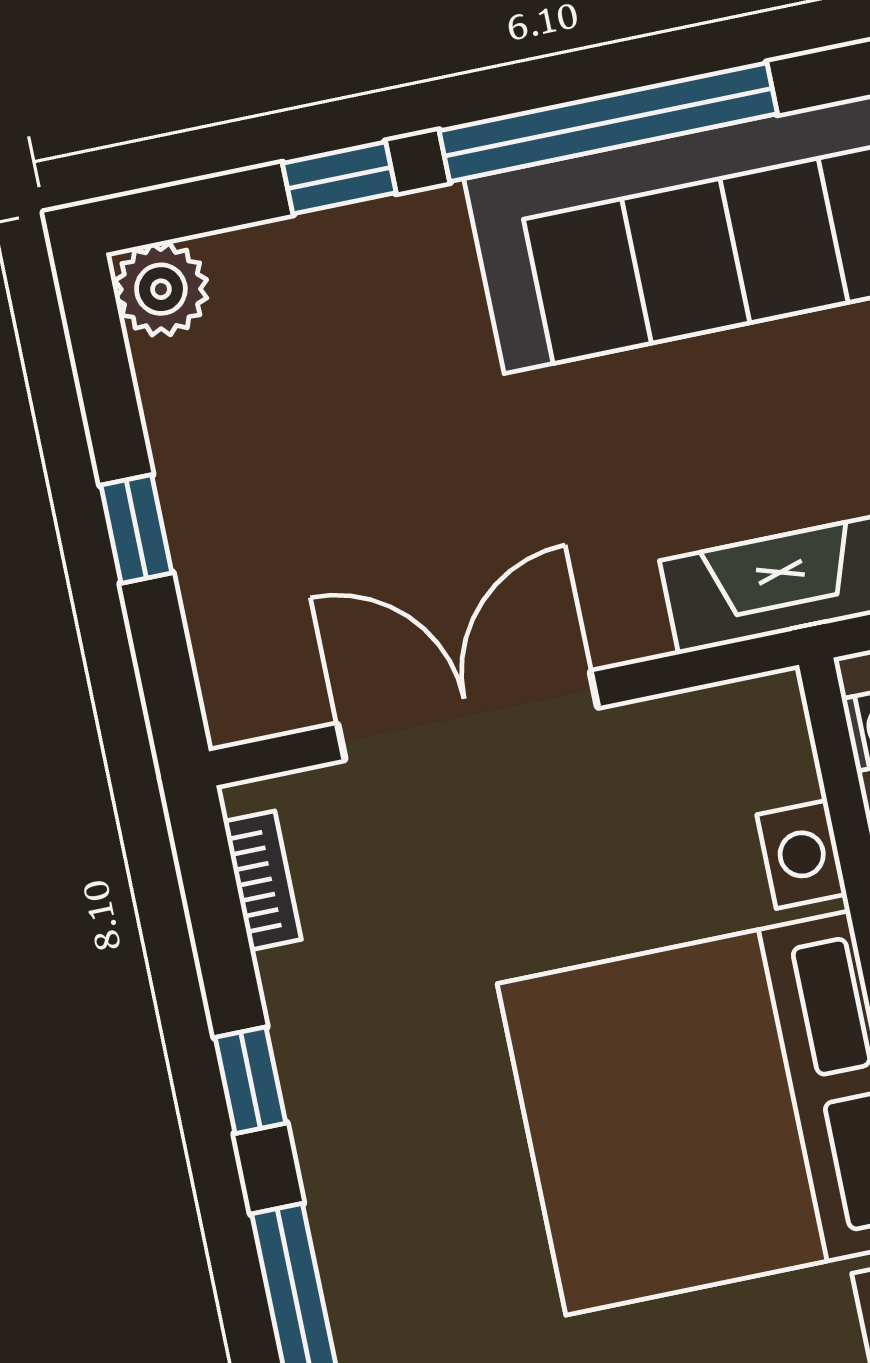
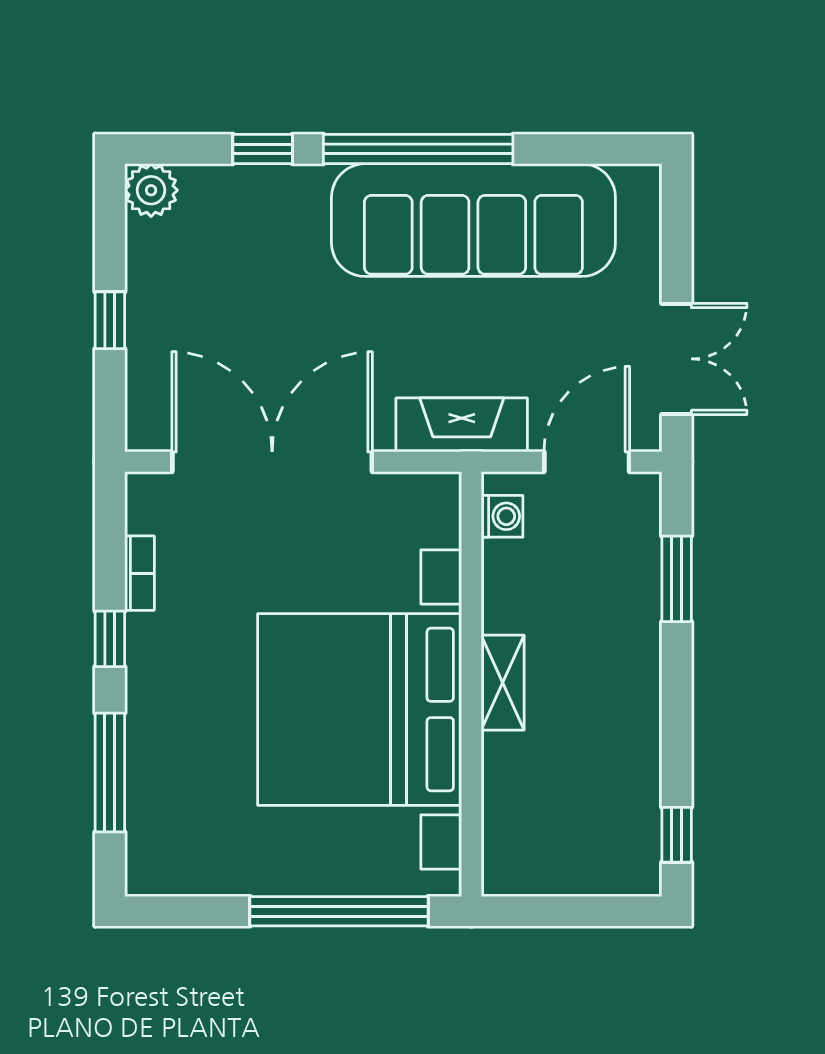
double door: (468, 716) -> (272, 462), width x1.36
bookcase: (262, 880) -> (139, 573), moved

